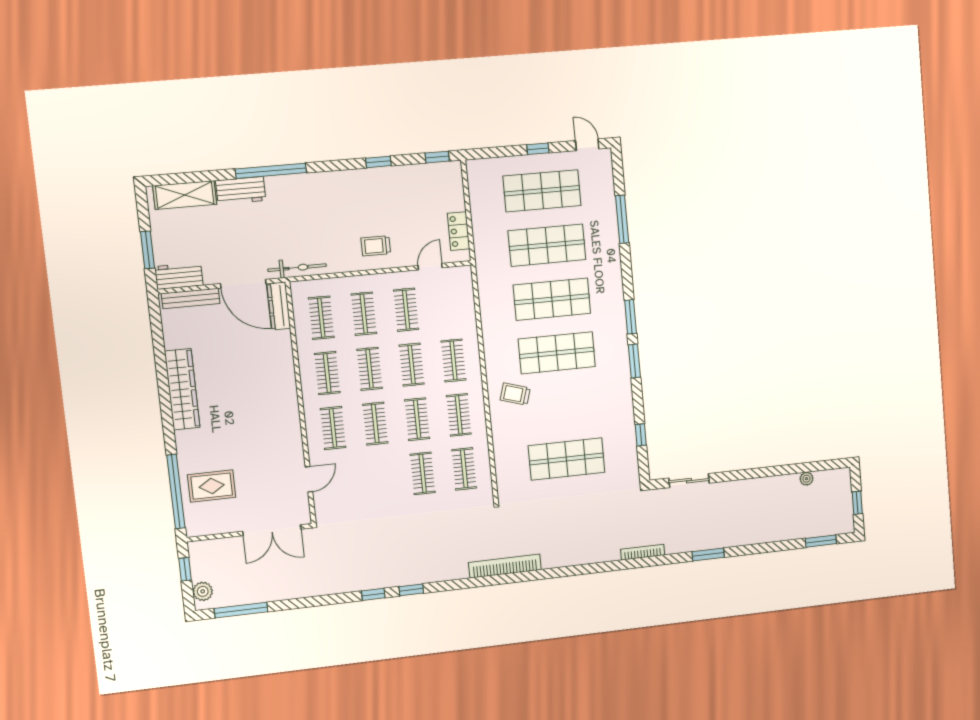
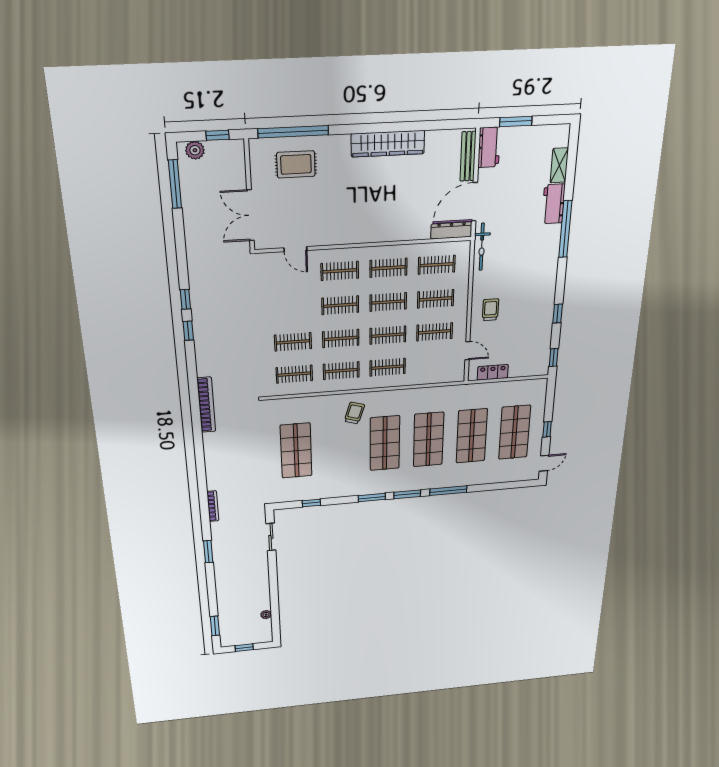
shelving: (185, 195) -> (559, 165), width x0.67, depth x0.75
window: (622, 219) -> (448, 491), moved
rug: (212, 486) -> (296, 164), turned 90

